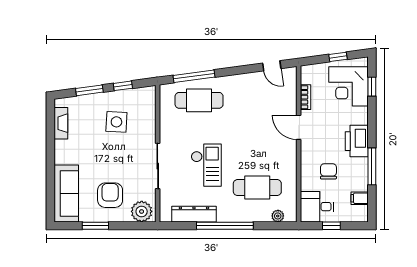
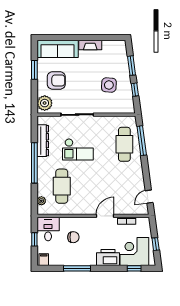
fireplace: (61, 123) -> (90, 45), moved
printer: (357, 141) -> (108, 258), moved
filing cabinet: (360, 198) -> (44, 260), moved

